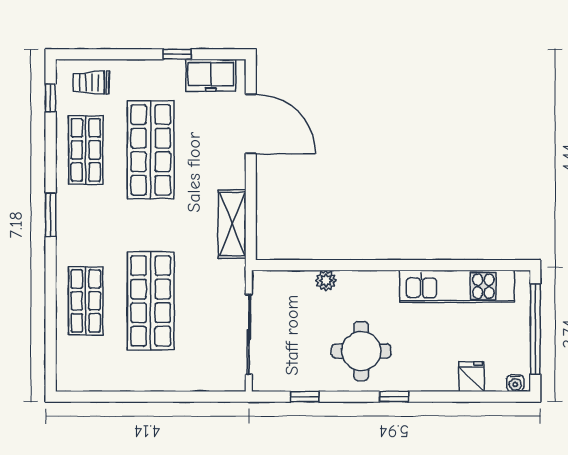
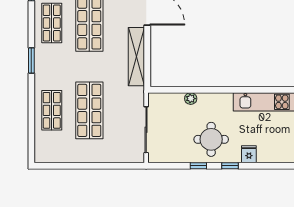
shelving: (232, 224) -> (136, 57), width x1.47
fridge: (472, 377) -> (249, 154), moved
window: (305, 397) -> (198, 166), moved

